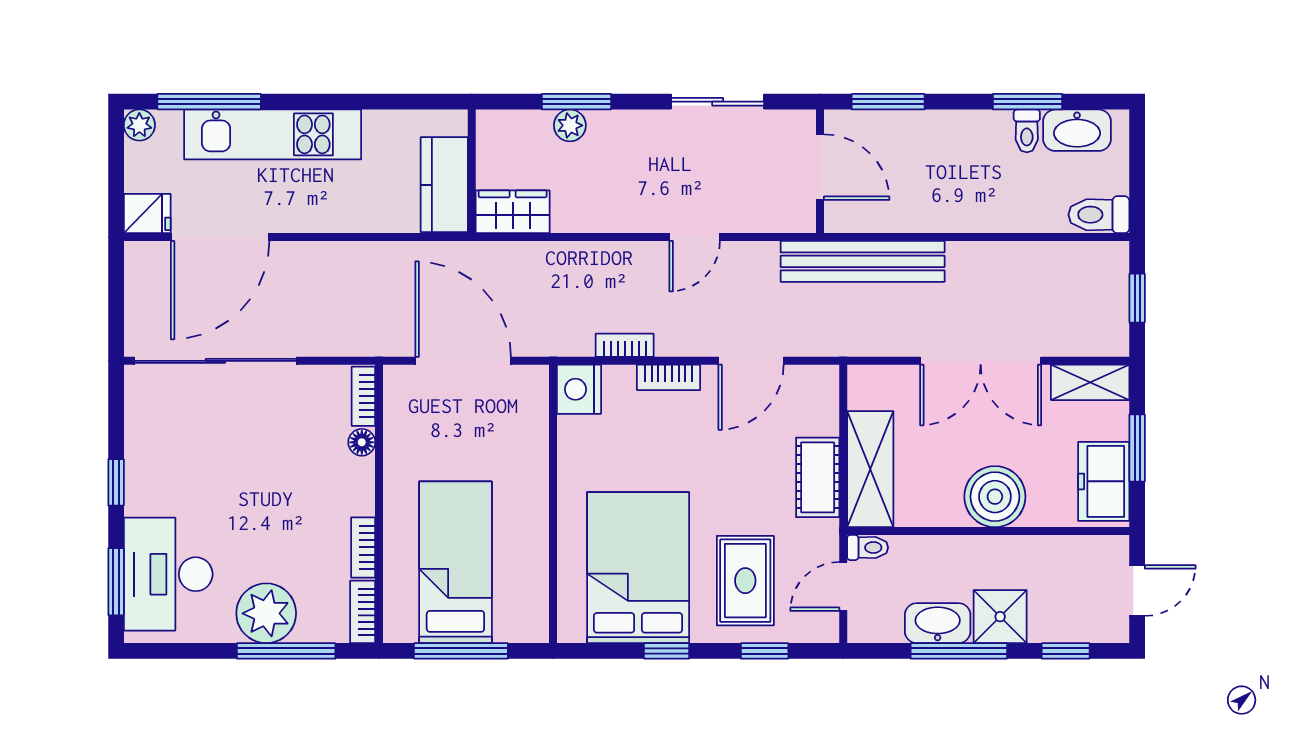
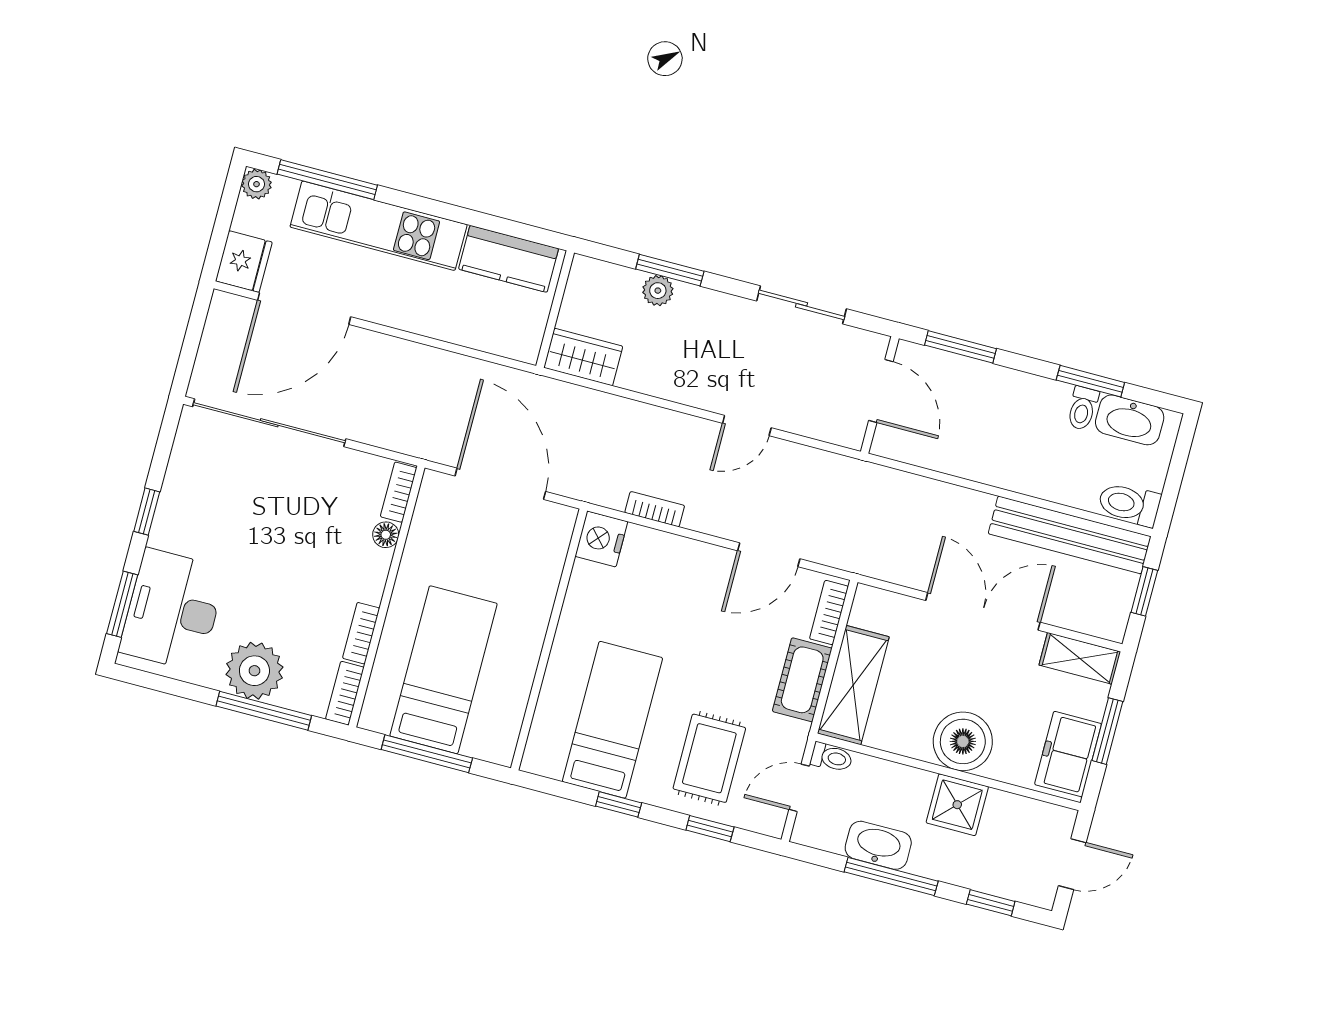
kitchen counter: (444, 185) -> (509, 259), moved, turned -90
fridge: (147, 214) -> (244, 262), width x1.38
bench: (863, 261) -> (1070, 535), moved
double door: (981, 361) -> (983, 611), swing flipped
bookcase: (669, 377) -> (829, 613), moved, turned 90
bed: (638, 568) -> (612, 720), width x0.67
shower: (1000, 617) -> (957, 805), moved

